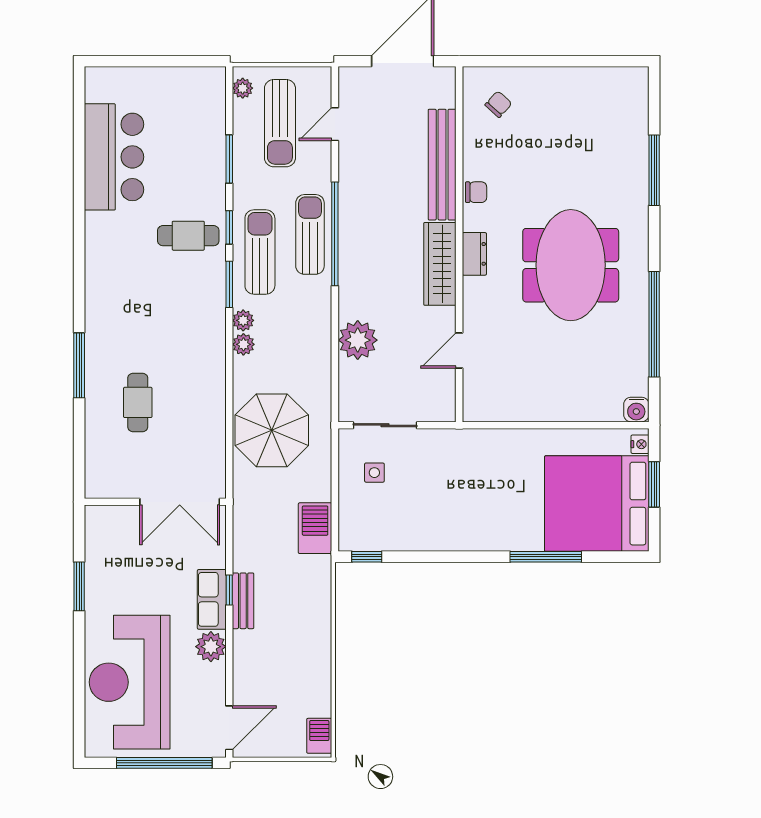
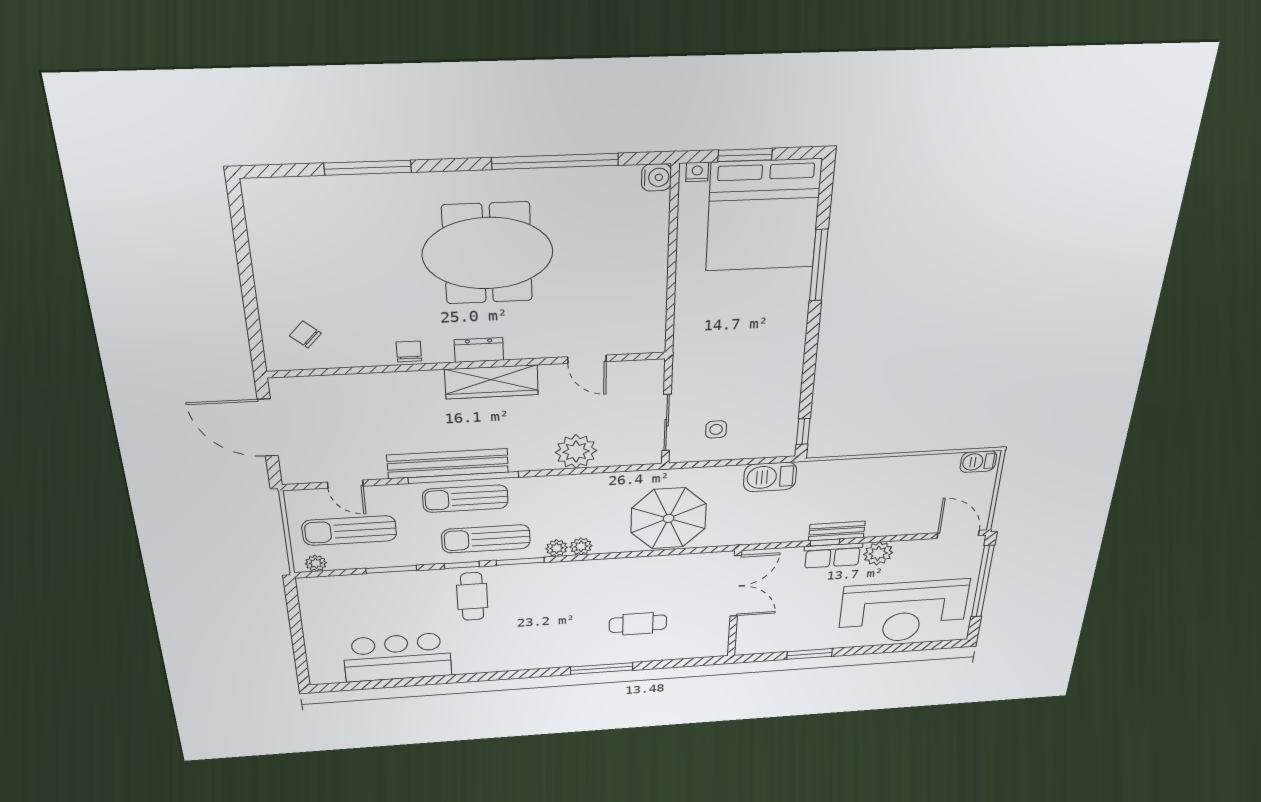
sun lounger: (280, 123) -> (349, 531), turned 180
bench: (442, 165) -> (448, 464), moved

